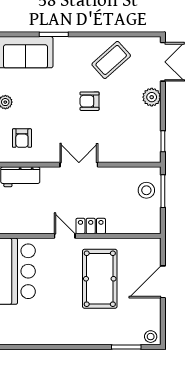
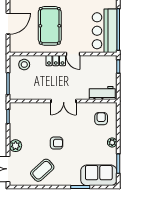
stool: (146, 190) -> (24, 65), moved

